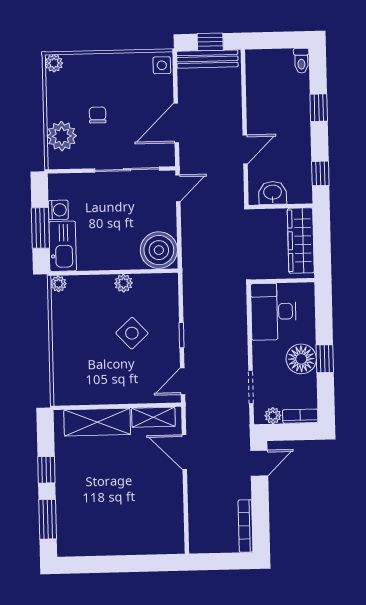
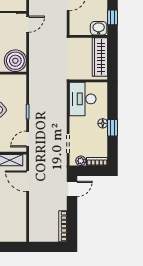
washbasin: (273, 193) -> (99, 28), moved
floor lamp: (301, 359) -> (103, 123), width x0.53, depth x0.53

